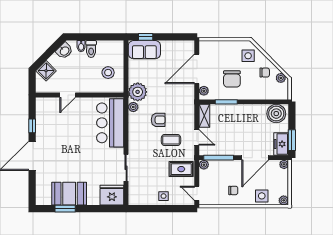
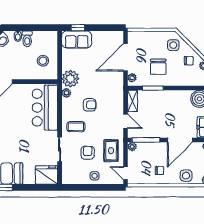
coffee table: (171, 140) -> (76, 127), moved
rug: (181, 169) -> (111, 151), turned 90
armchair: (156, 171) -> (88, 153), added

